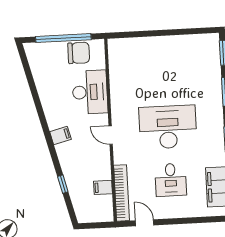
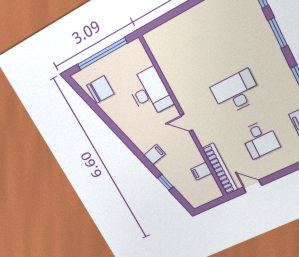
chair: (79, 53) -> (100, 89), moved
desk: (168, 127) -> (236, 92), width x0.73, depth x0.77
filing cabinet: (60, 135) -> (155, 155), moved

